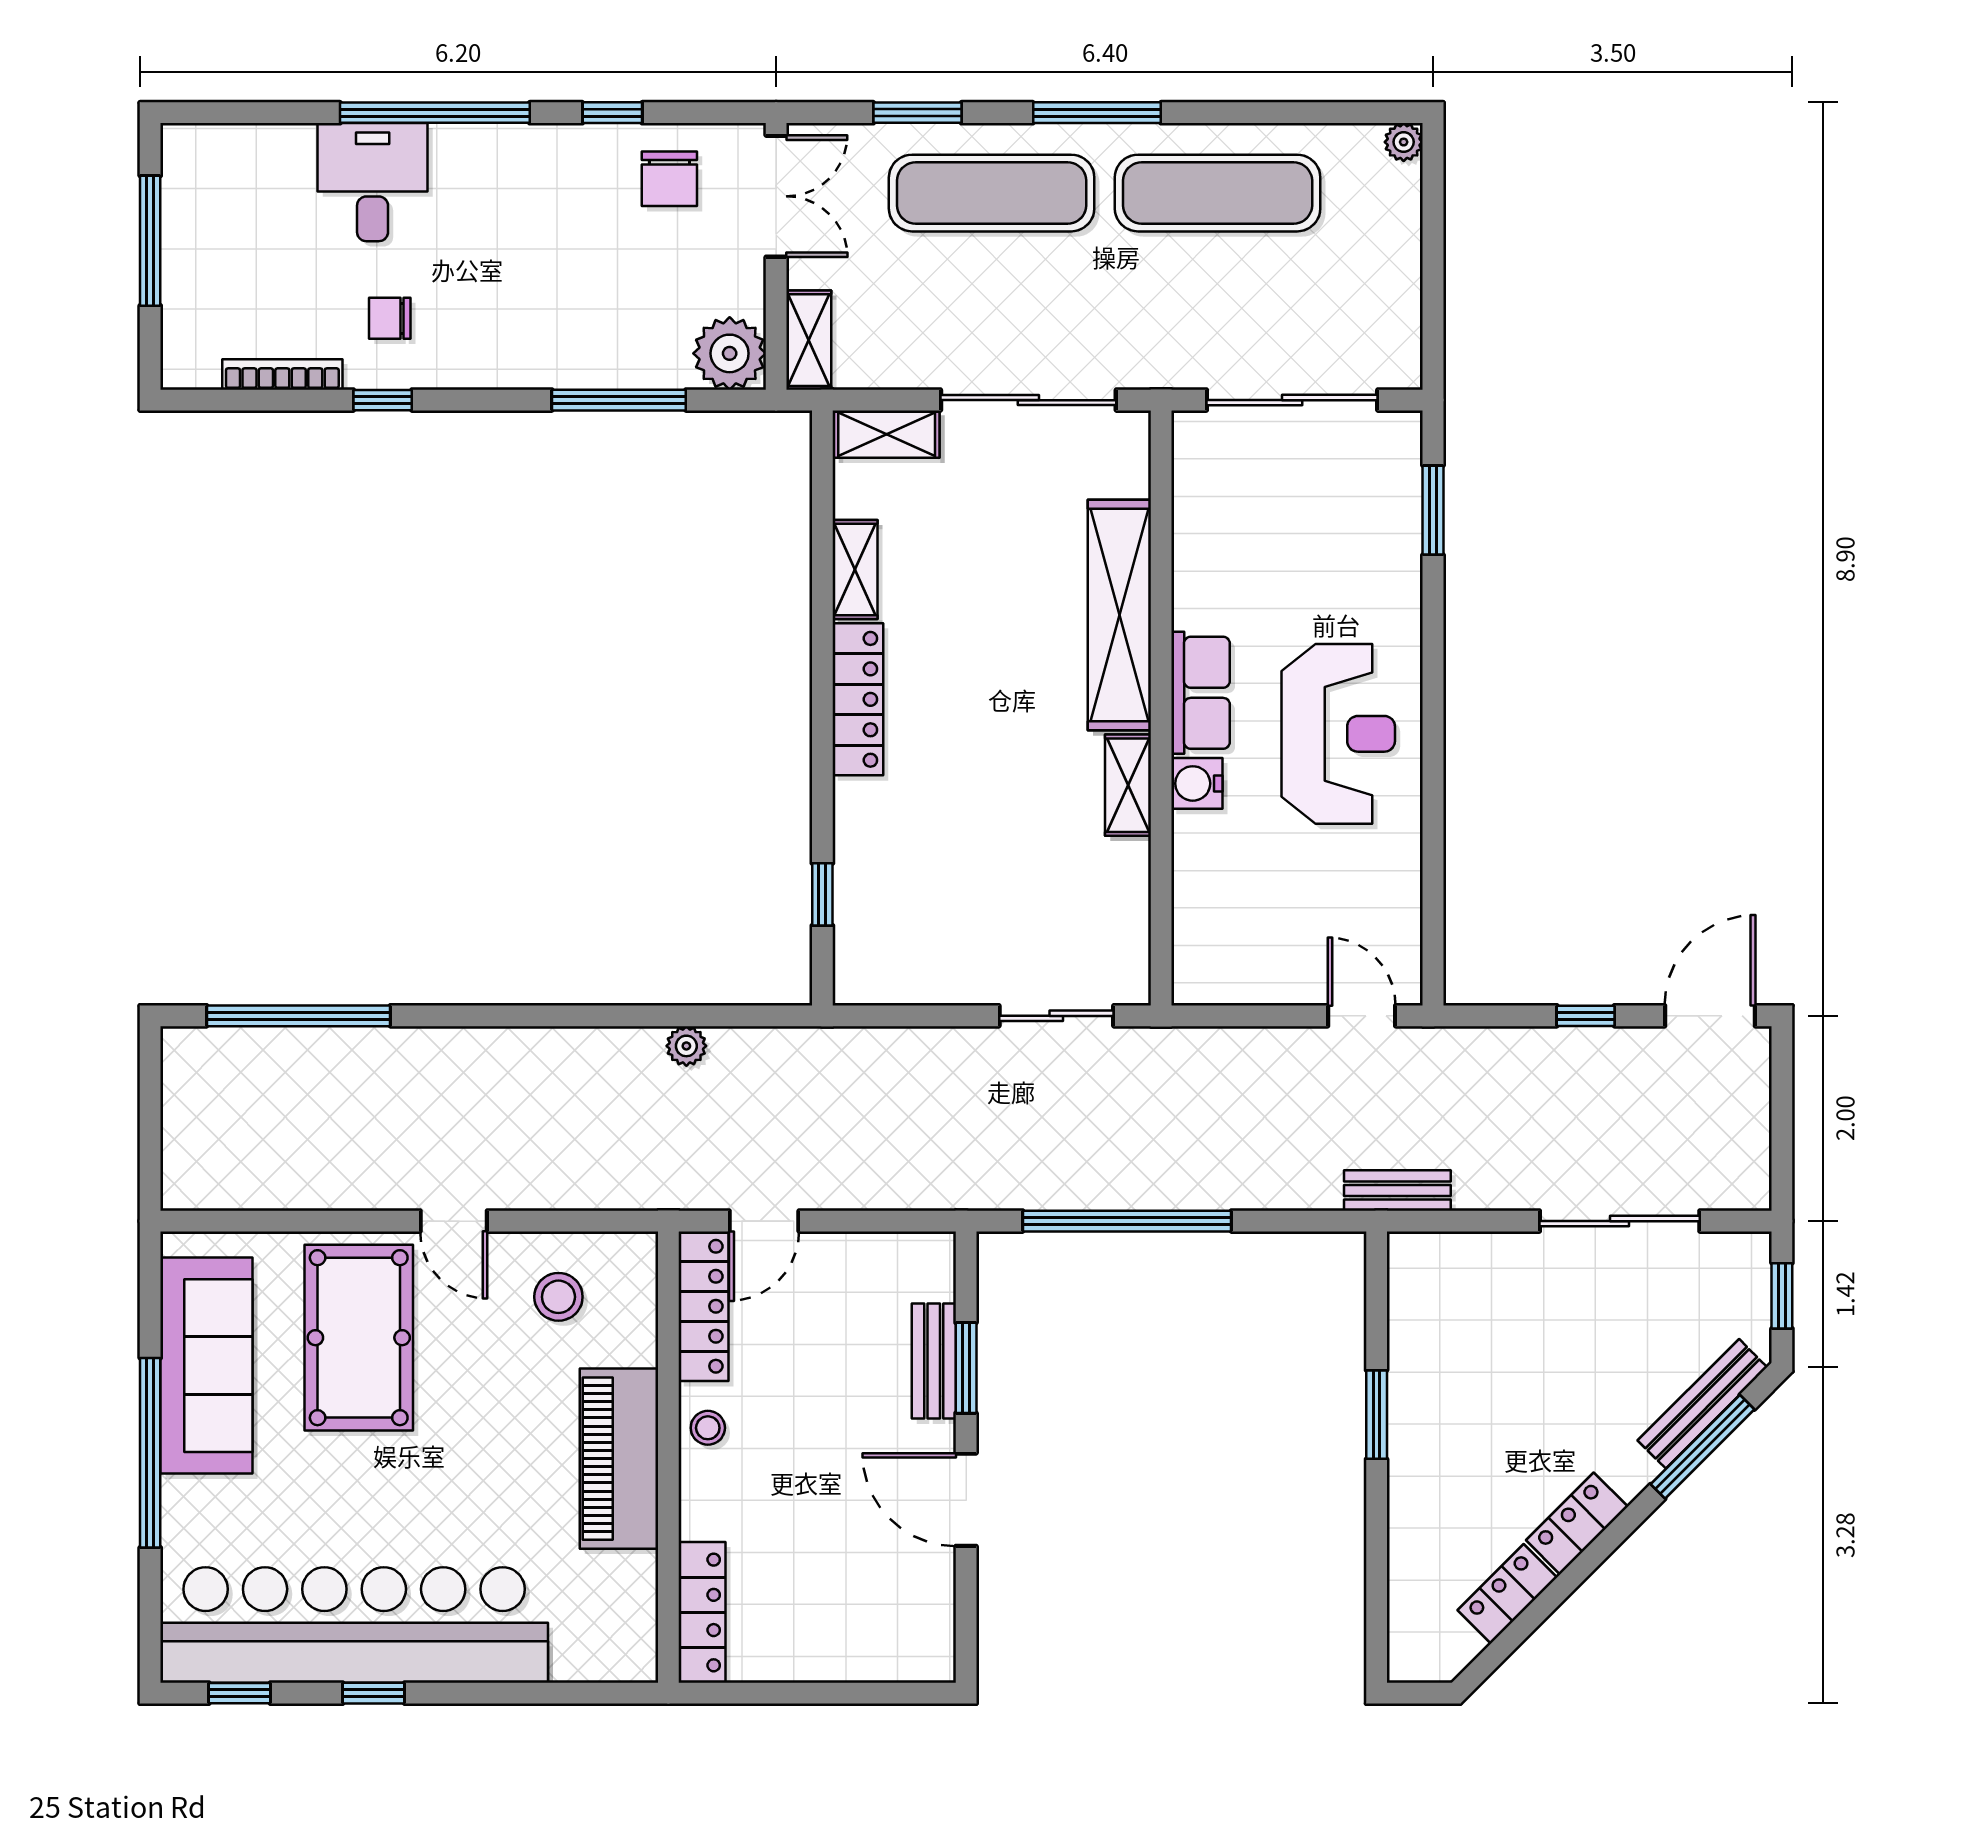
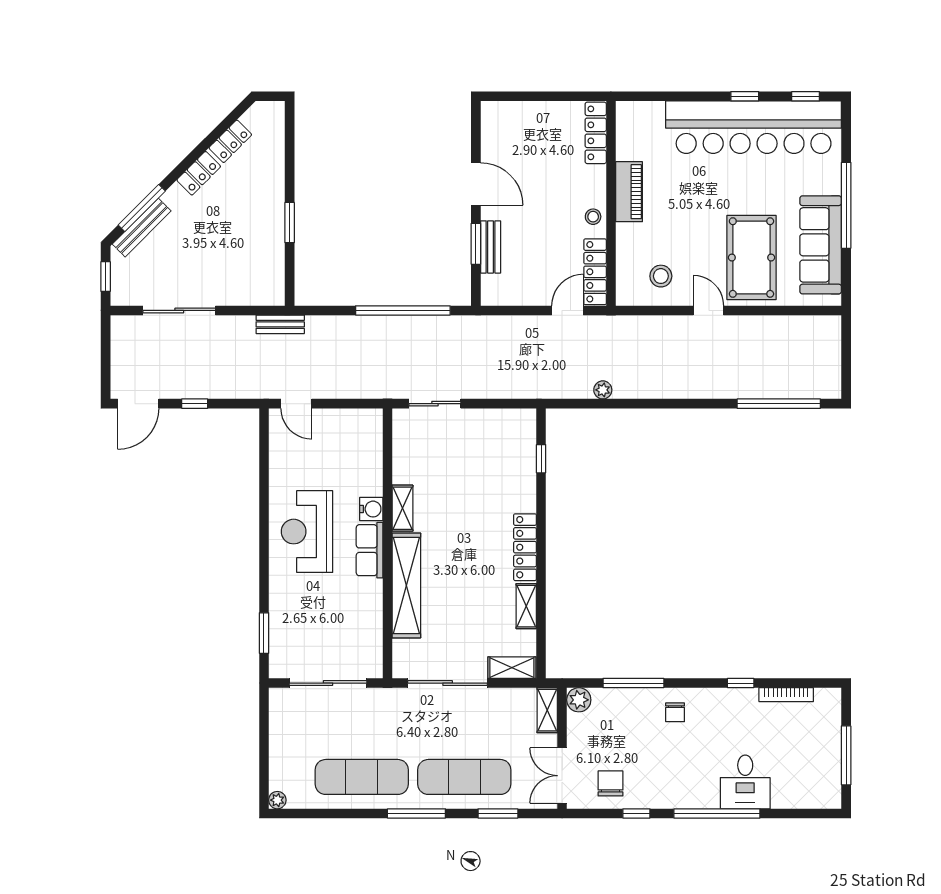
chair: (390, 318) -> (675, 712), moved, turned 90
plant: (730, 353) -> (579, 700), width x0.73, depth x0.73
piano: (619, 1459) -> (629, 192), width x0.73, depth x0.75

